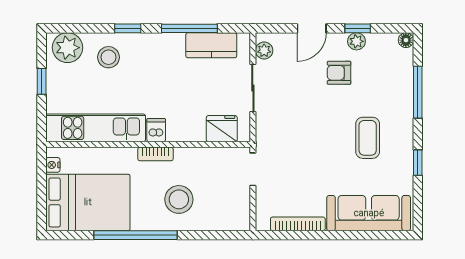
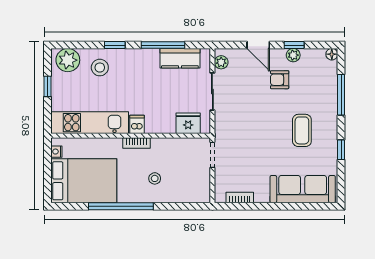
door: (312, 28) -> (258, 45), hinge flipped
stool: (179, 199) -> (155, 178), width x0.53, depth x0.53
bookcase: (298, 224) -> (240, 198), width x0.64

